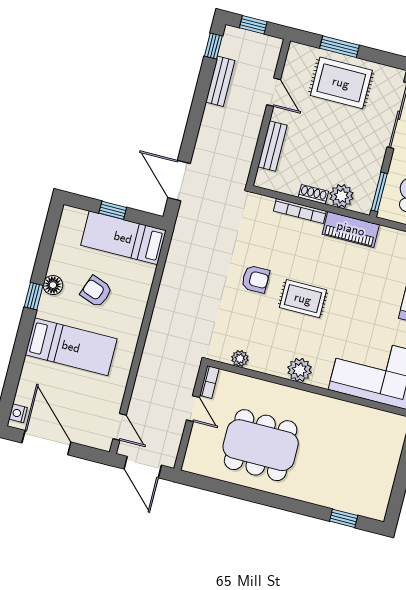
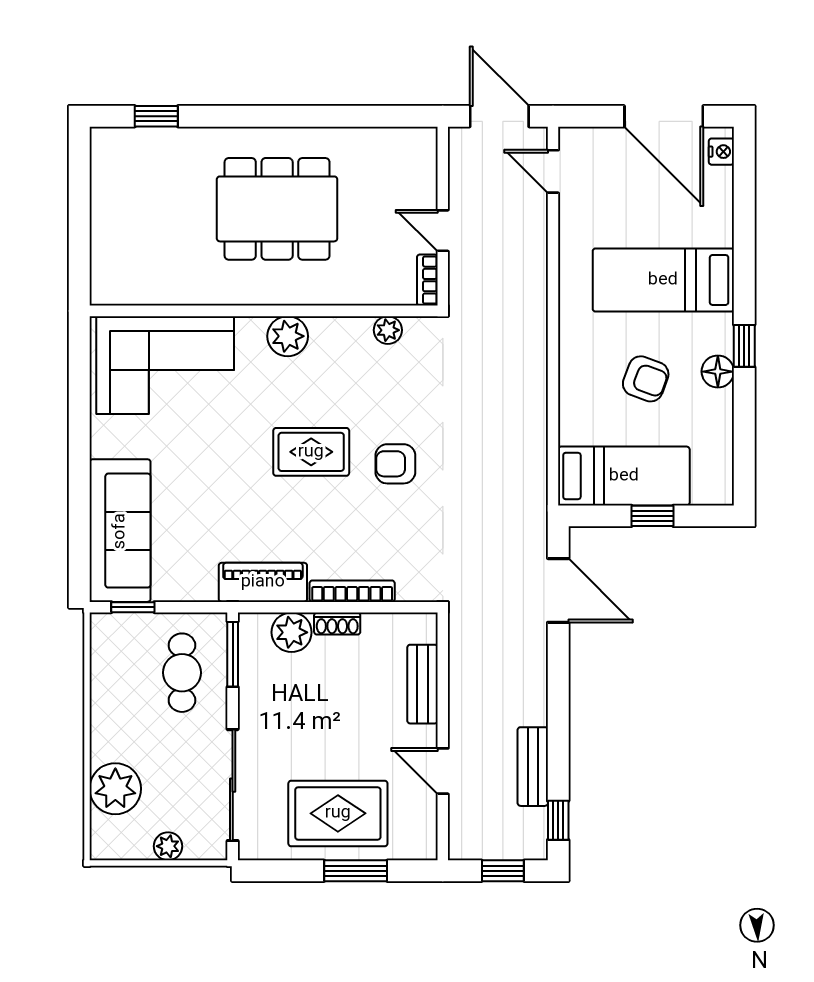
dining table: (261, 445) -> (277, 209), moved

